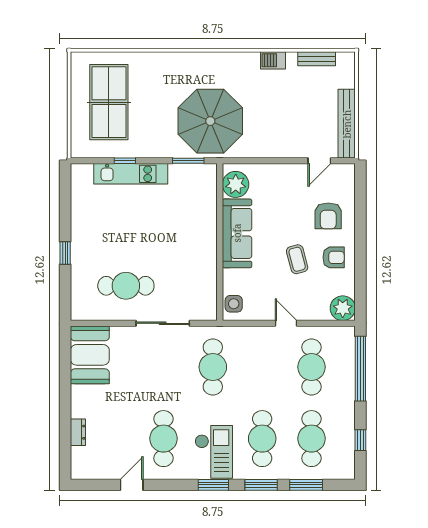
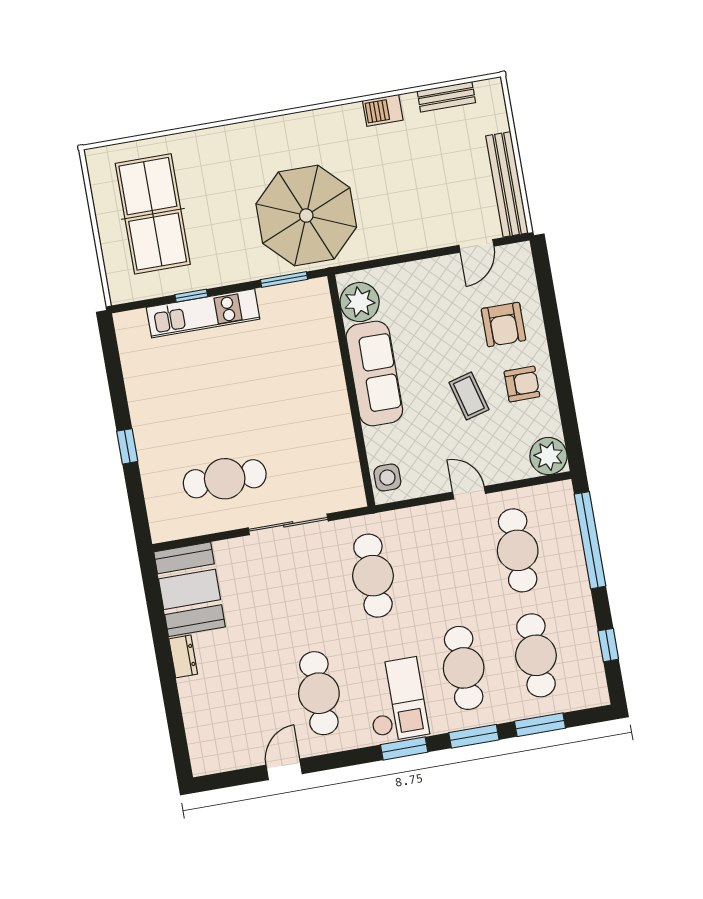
dresser: (78, 432) -> (183, 656), moved

